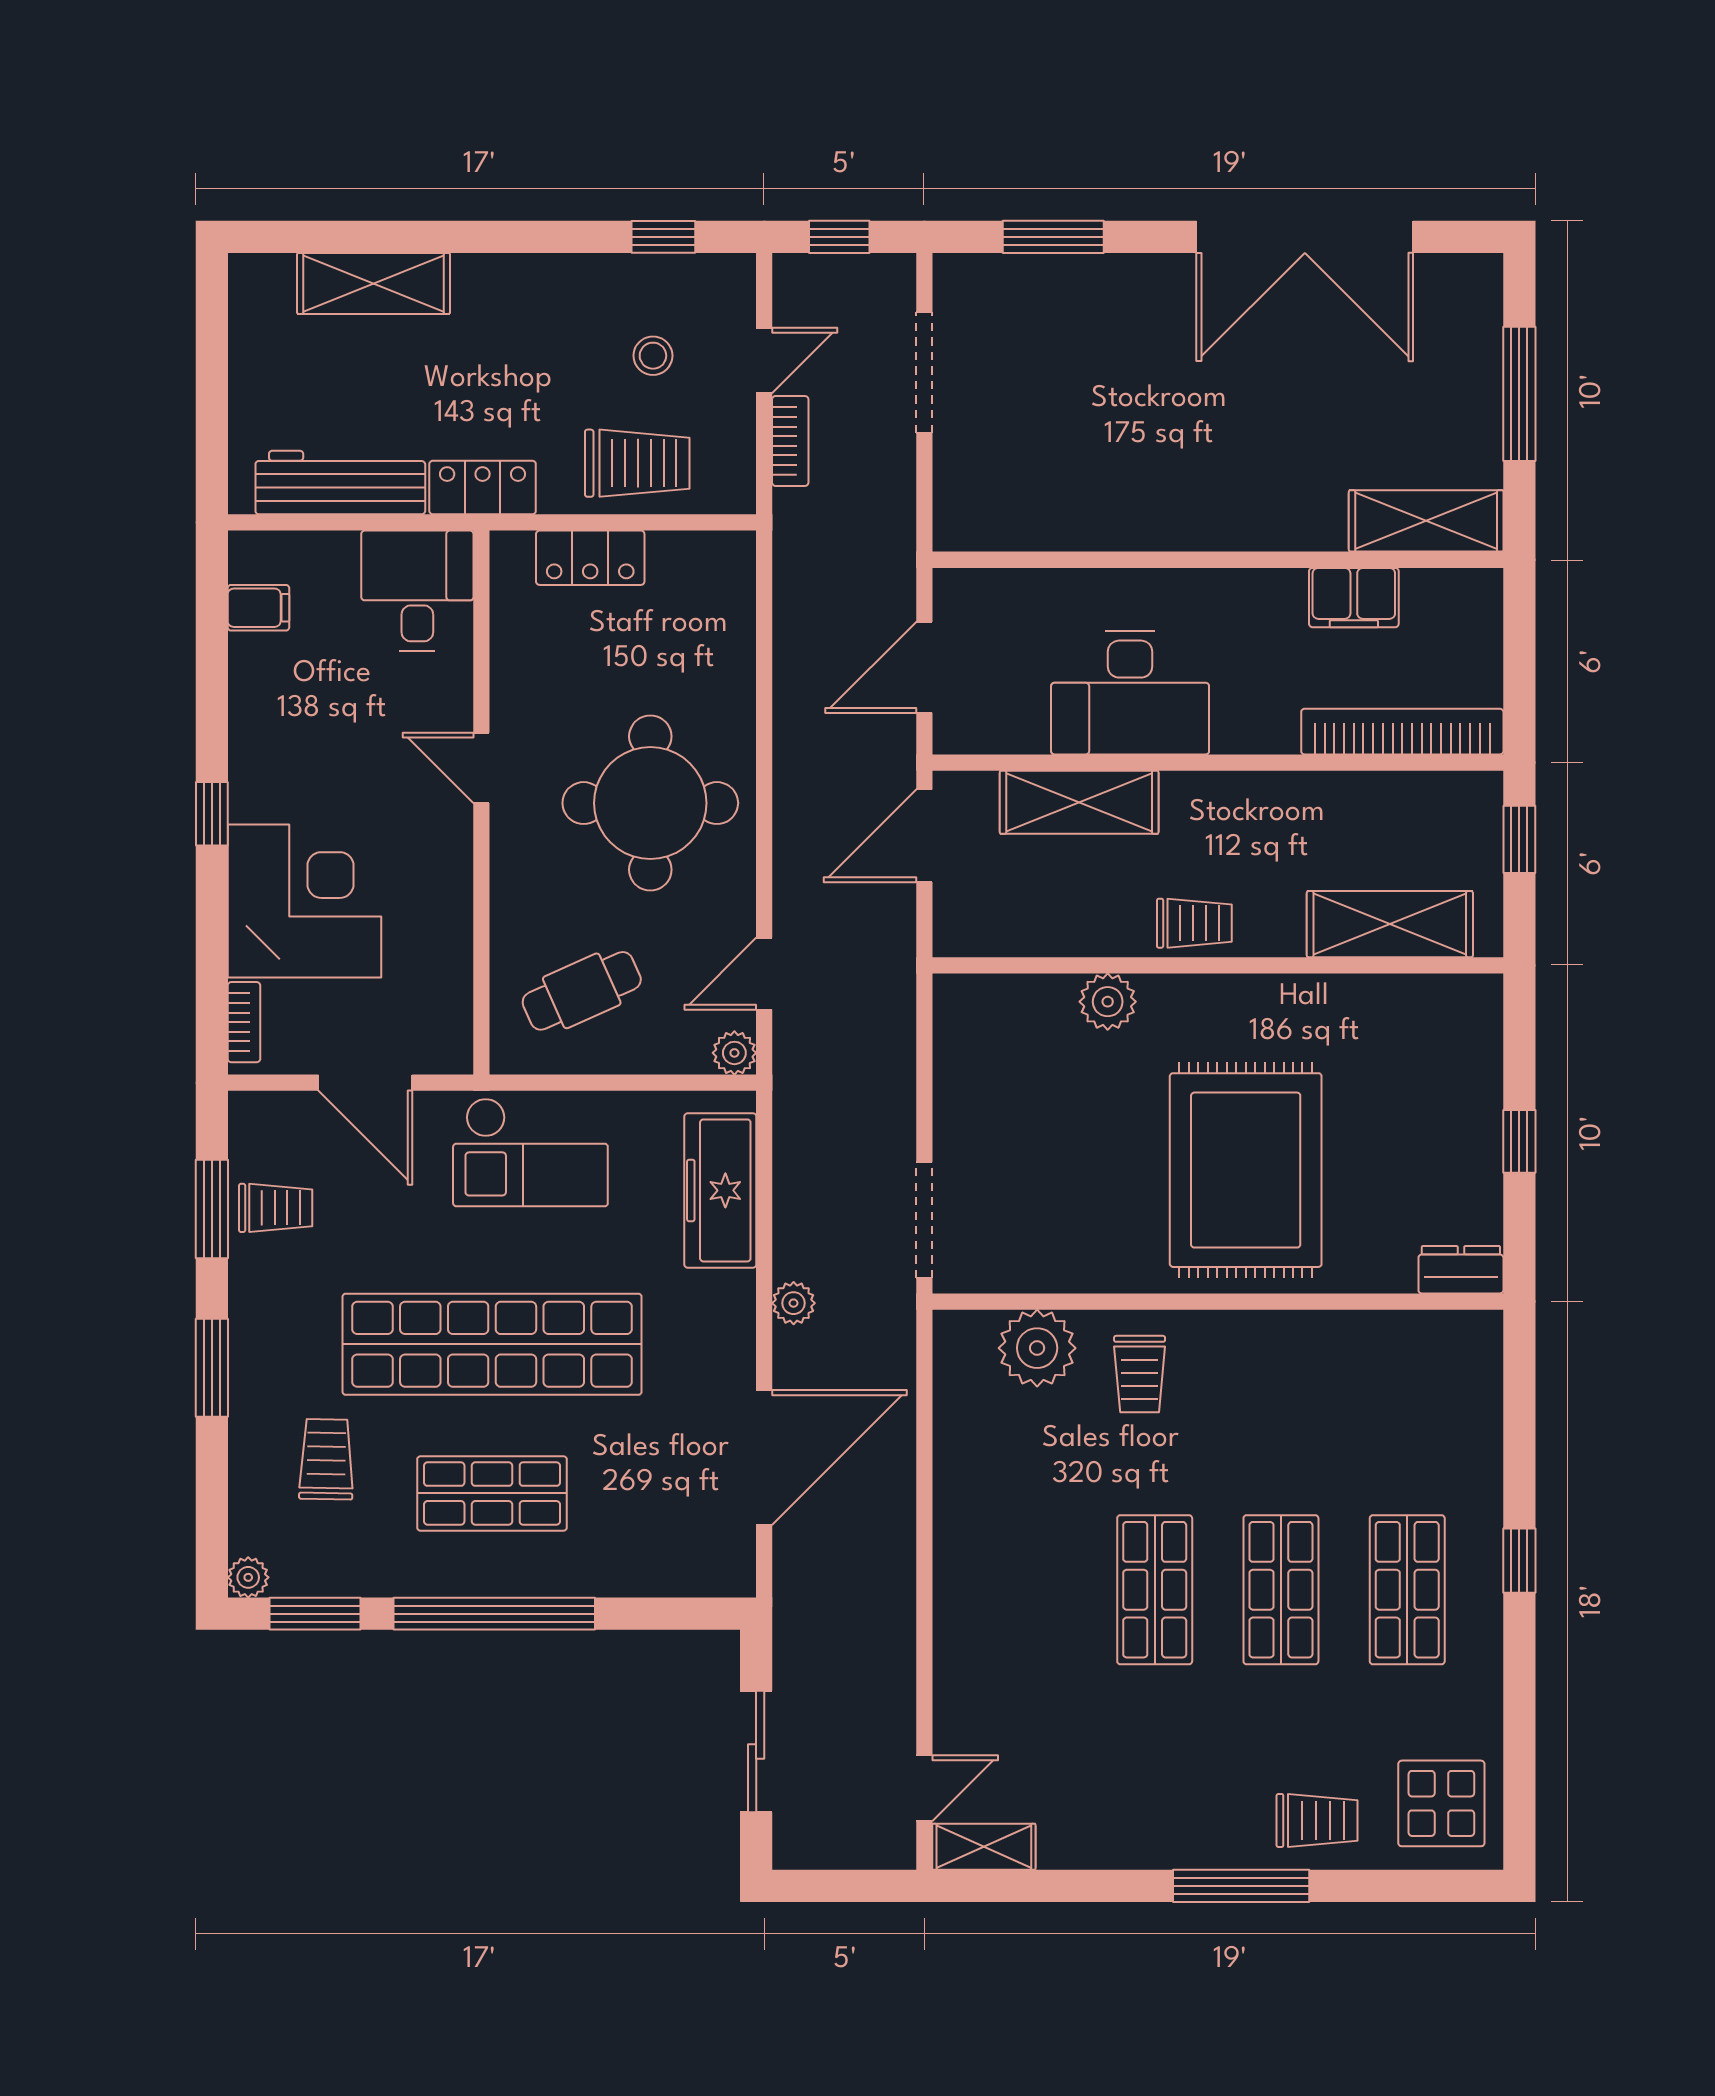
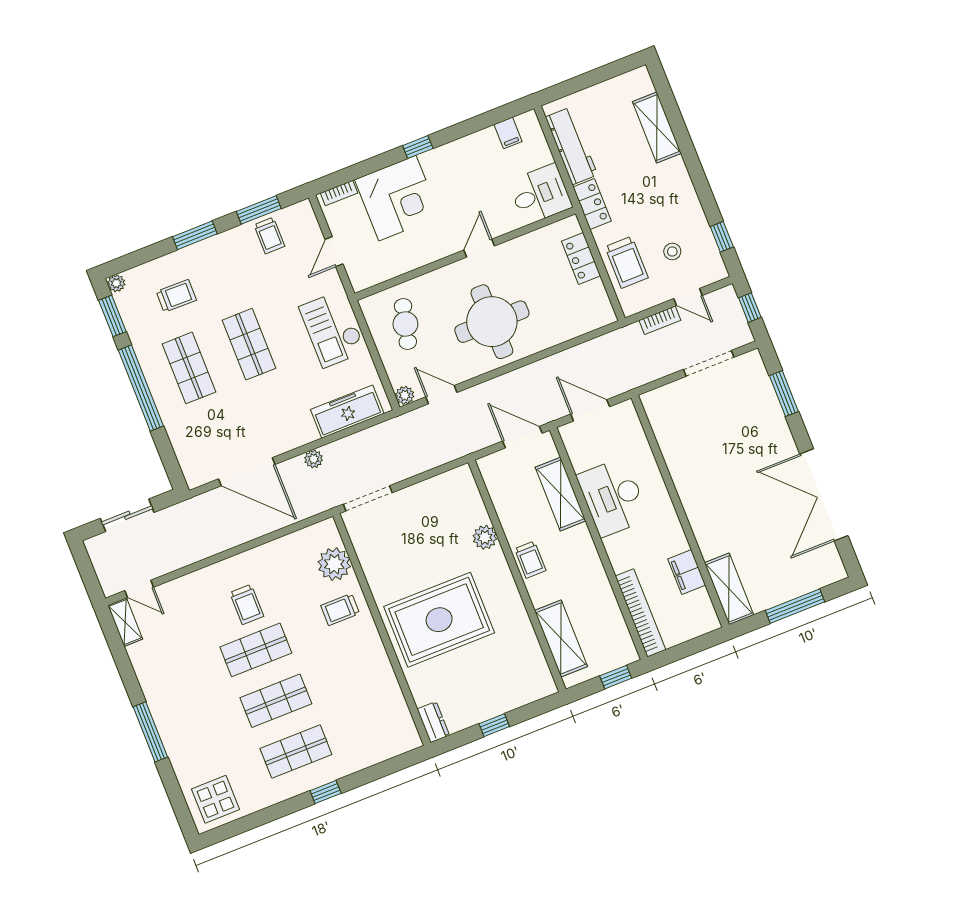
cafe table: (582, 991) -> (405, 324), turned 38
door: (365, 1083) -> (334, 252), width x0.73
shop shelf: (492, 1344) -> (249, 344), width x0.50, depth x0.74
trolley: (1317, 1820) -> (247, 604), moved

